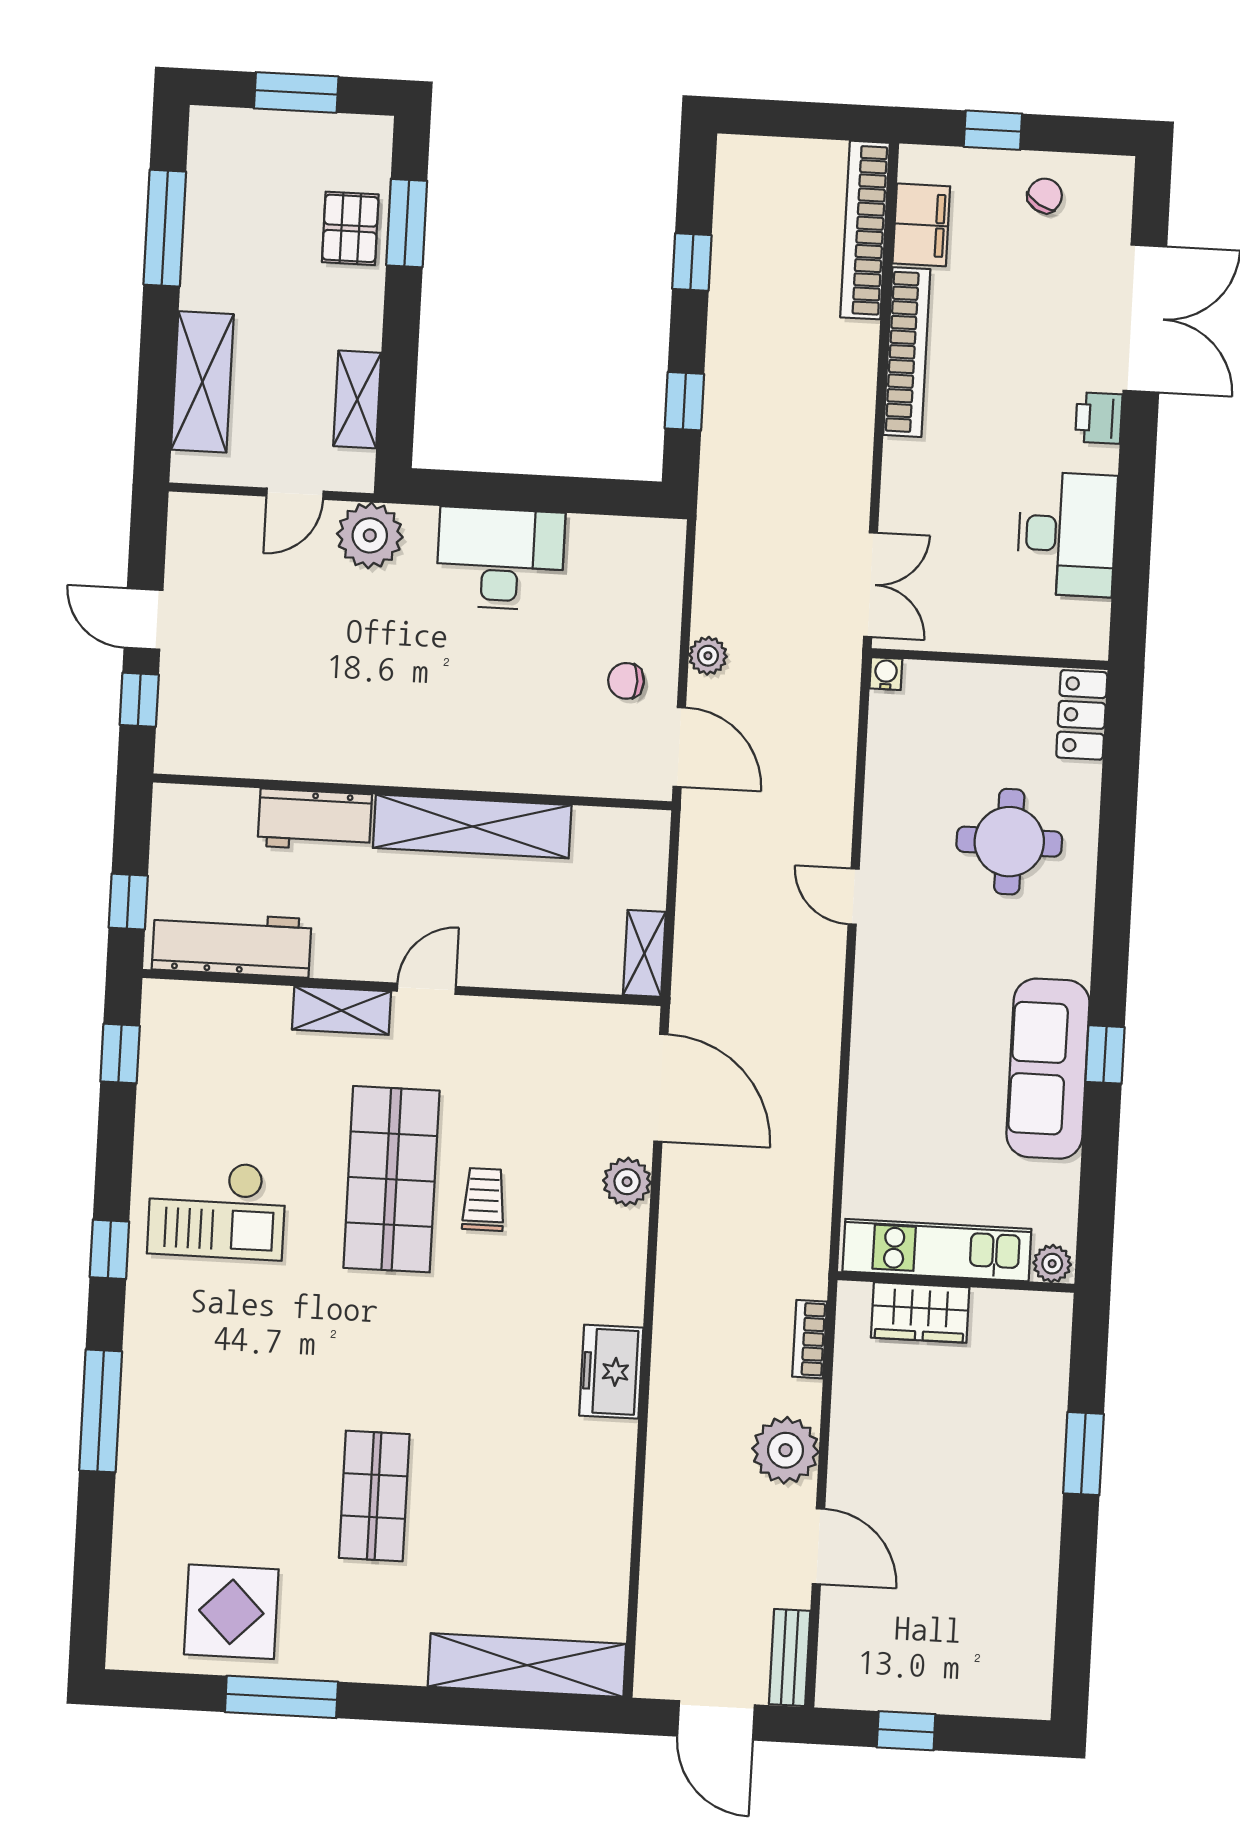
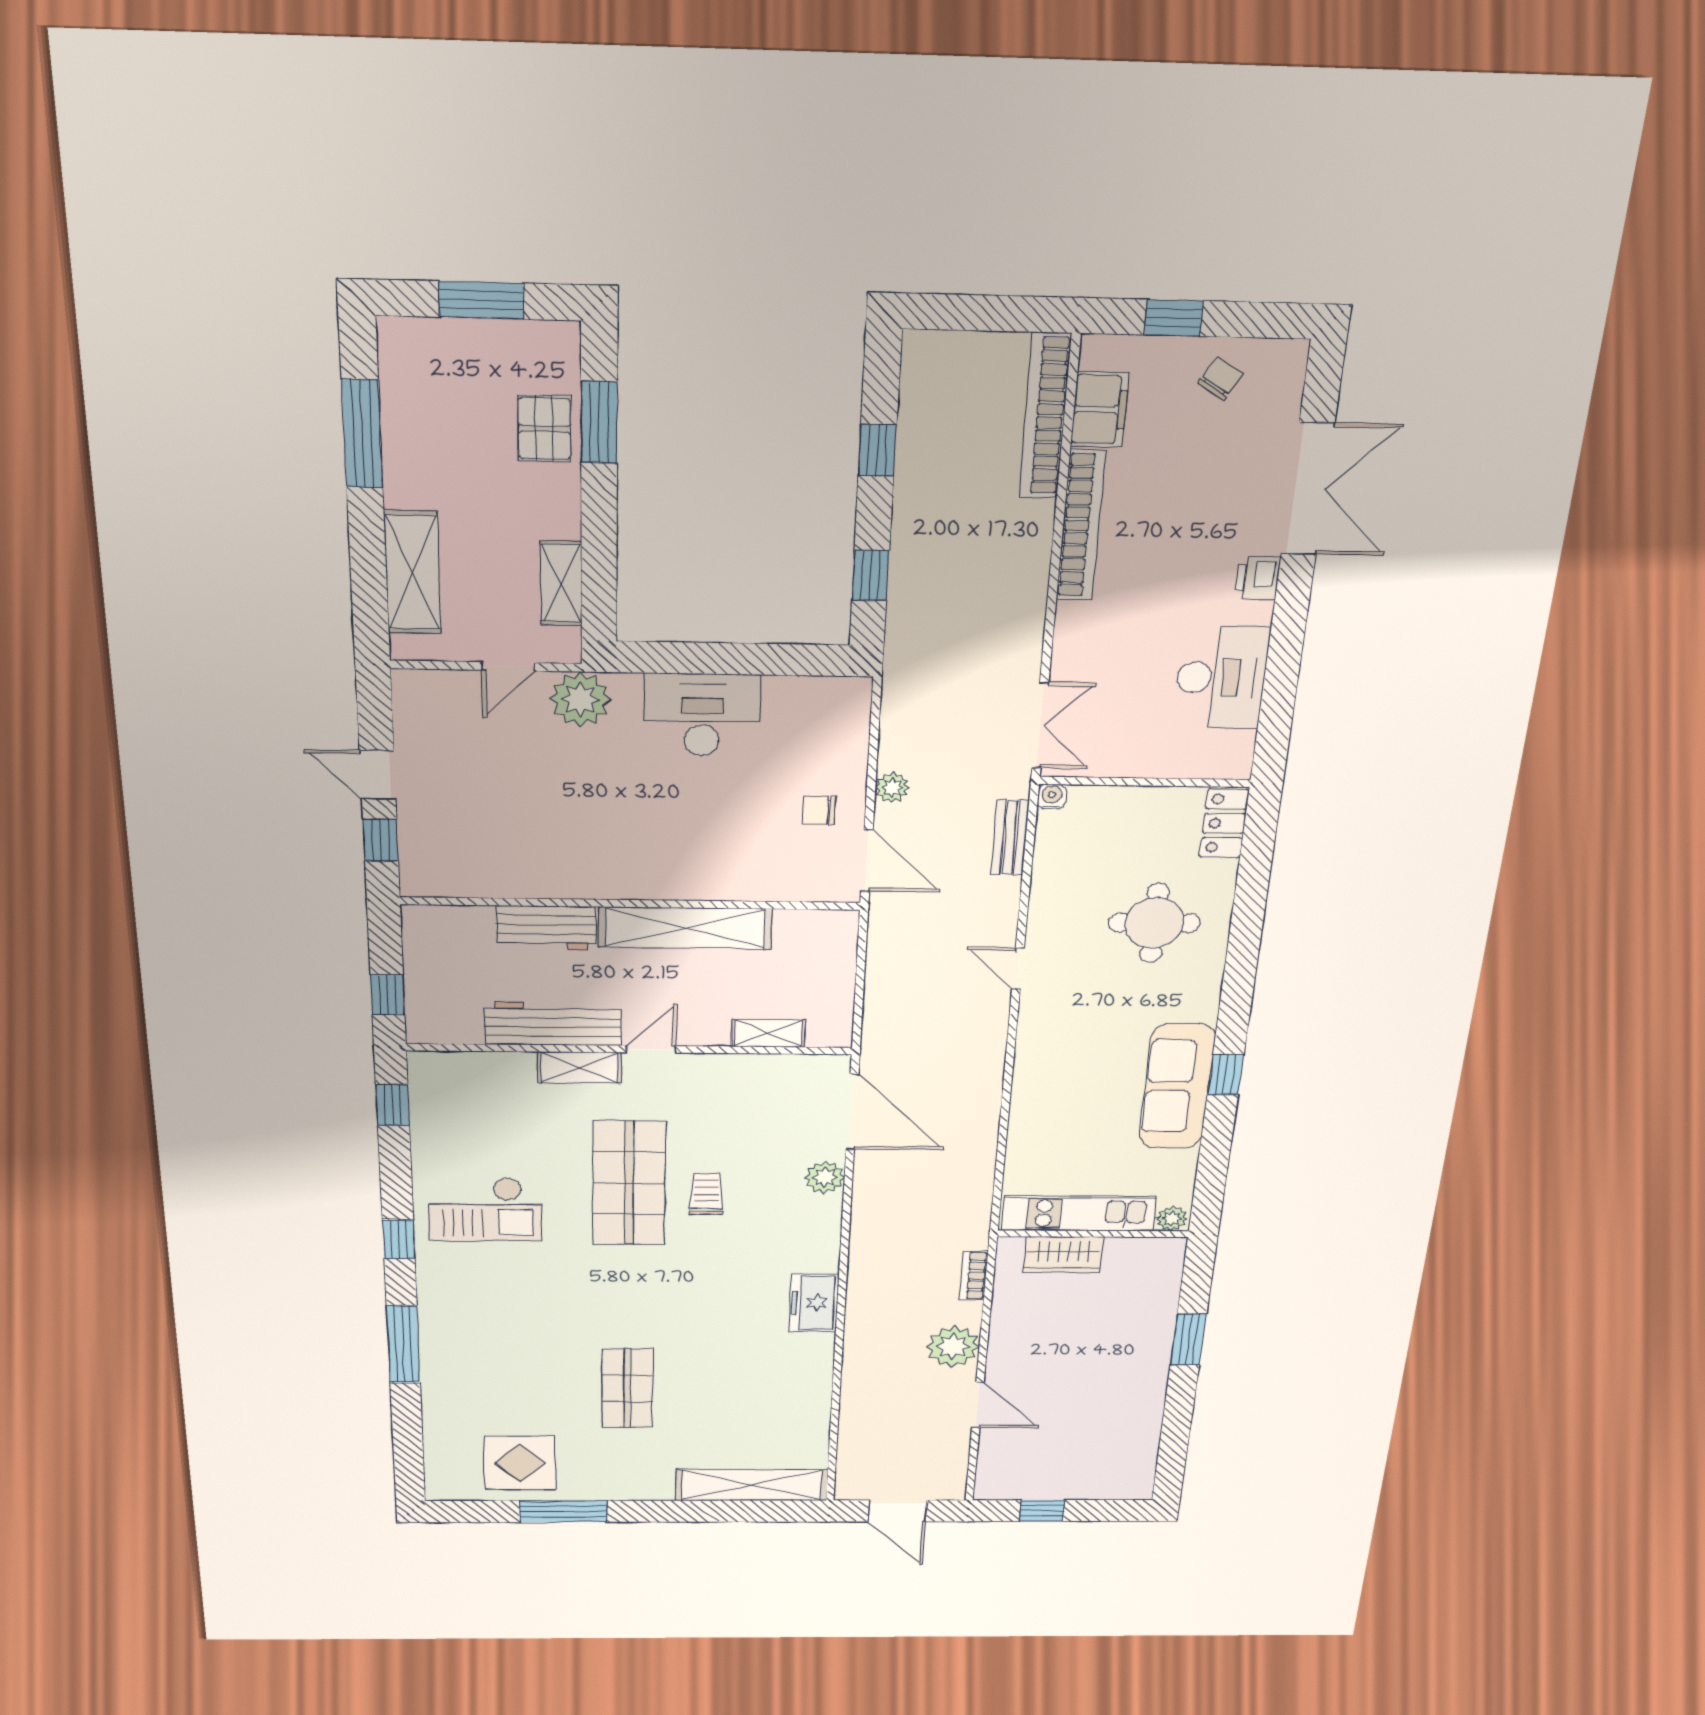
workbench: (232, 944) -> (553, 1024), moved
shelving: (644, 953) -> (768, 1033), moved, turned 90
bench: (790, 1658) -> (1010, 837), moved

